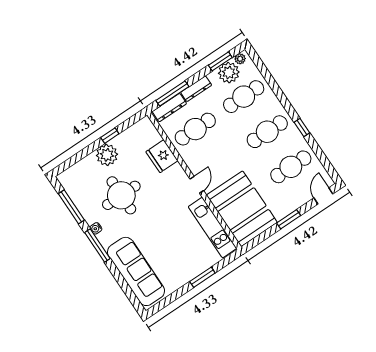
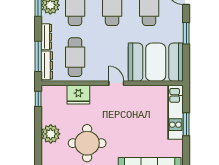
window: (110, 136) -> (38, 99), moved
kitchen unit: (212, 228) -> (175, 112), moved, turned 90

